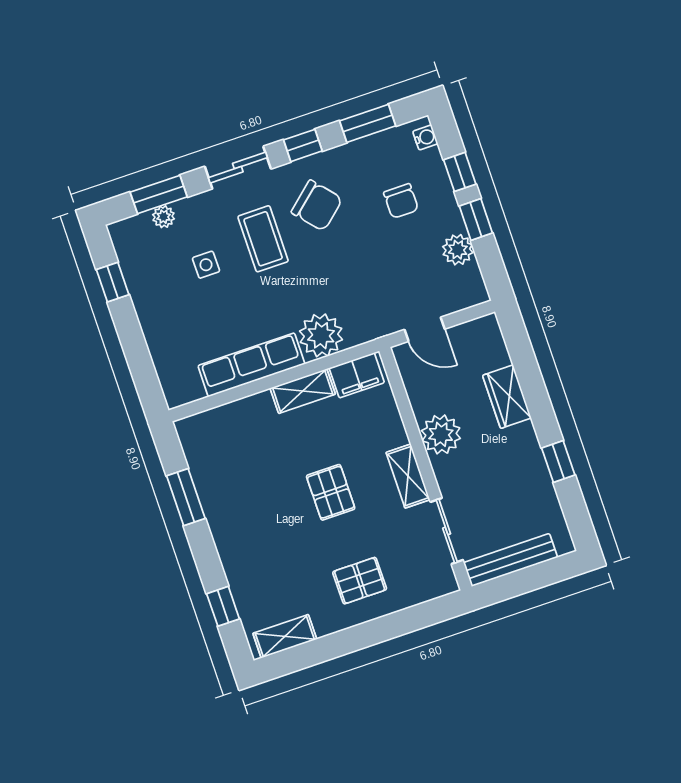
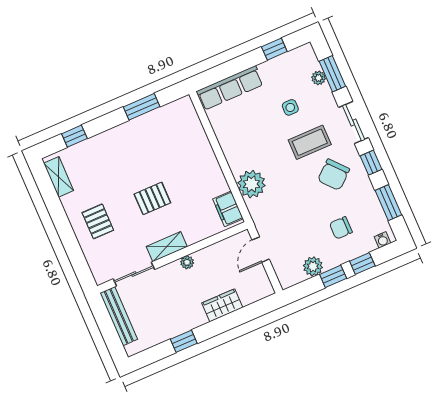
row of seats: (251, 365) -> (230, 88), moved, turned 90
shelving: (303, 391) -> (215, 175), removed
plant: (441, 434) -> (187, 262), width x0.53, depth x0.53

